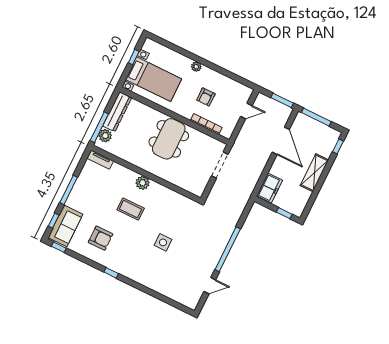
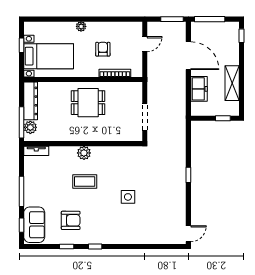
armchair: (206, 97) -> (103, 49), turned 180
dining table: (169, 139) -> (88, 103), width x0.73
doorway: (220, 165) -> (145, 117), moved
shelving: (314, 173) -> (232, 83), moved
freezer: (270, 188) -> (199, 89), moved
window: (59, 247) -> (67, 246), moved
window: (228, 249) -> (188, 175), width x0.32
door: (210, 286) -> (188, 234), moved

